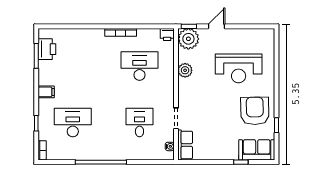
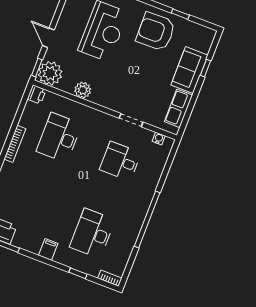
row of seats: (185, 145) -> (178, 108), moved, turned -90
sofa: (257, 150) -> (189, 70), moved

